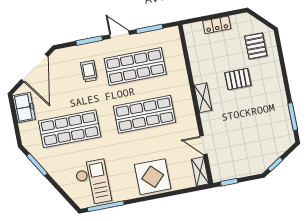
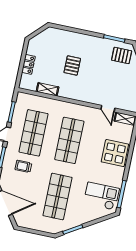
pallet: (256, 46) -> (122, 55), moved
shelving: (203, 98) -> (48, 89), moved
freezer: (24, 108) -> (29, 222), removed
door: (203, 145) -> (108, 109), hinge flipped

